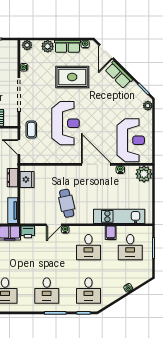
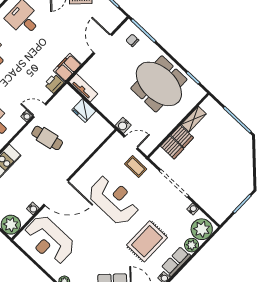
plant: (27, 45) -> (202, 229), width x1.87, depth x1.87
reception desk: (66, 123) -> (114, 200), turned 180
water cooler: (13, 162) -> (123, 125), added
dresser: (13, 178) -> (111, 113), removed
fridge: (27, 180) -> (84, 111), moved
door: (54, 225) -> (39, 111), hinge flipped

